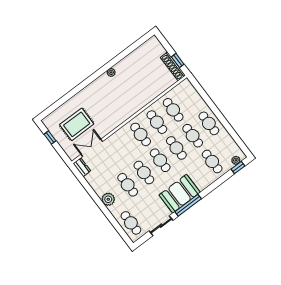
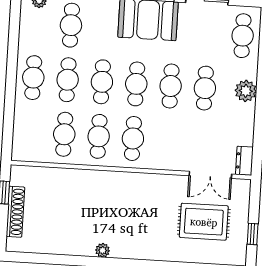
shoe rack: (173, 66) -> (15, 212), moved

